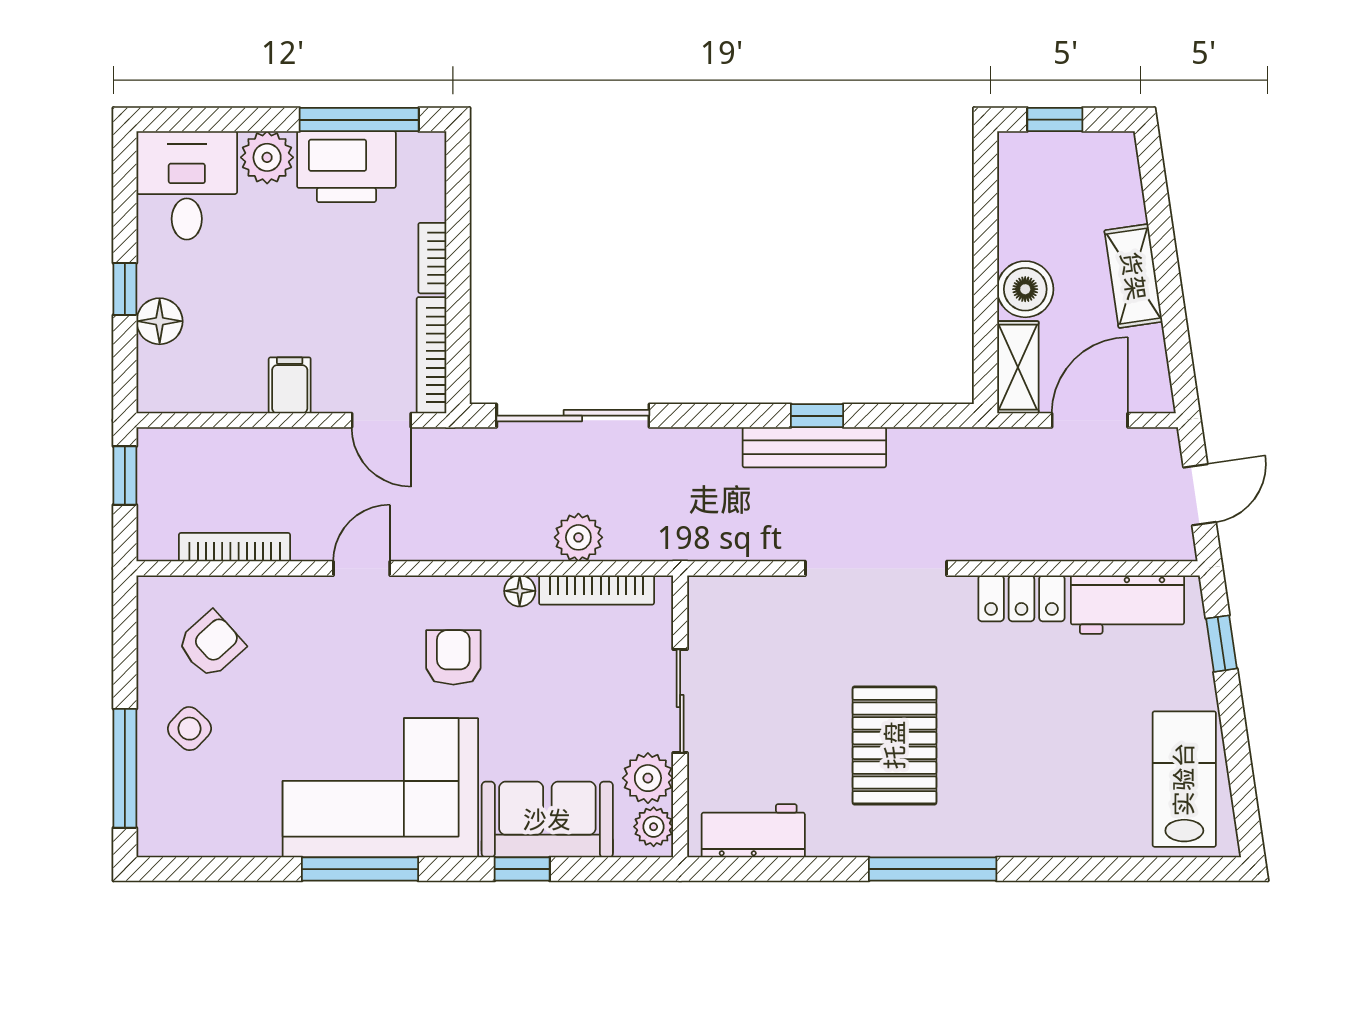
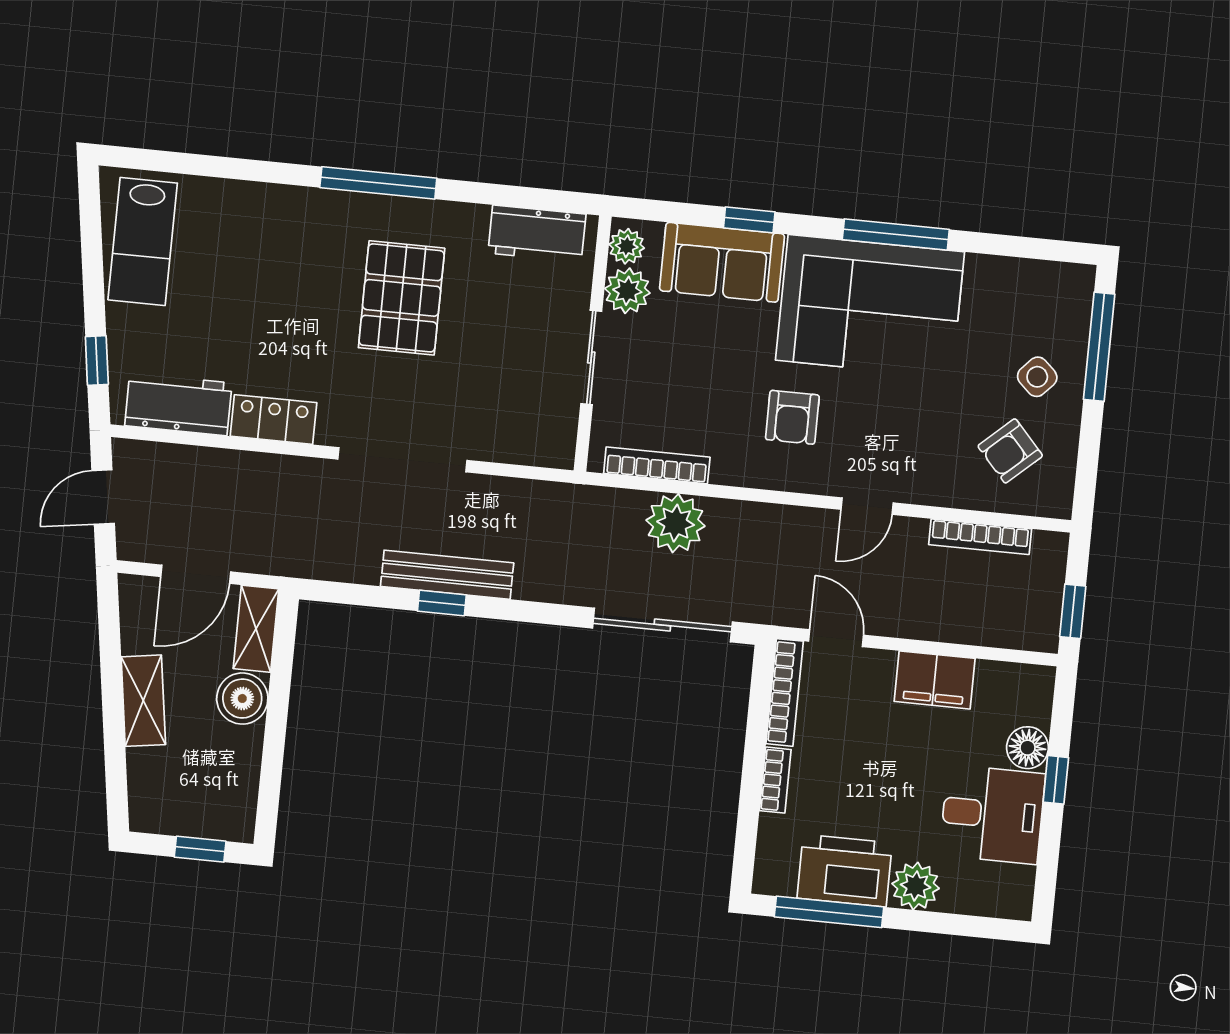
desk: (187, 185) -> (992, 814), moved, turned -90
filing cabinet: (290, 385) -> (935, 680), width x2.00
plant: (578, 537) -> (676, 523), width x1.36, depth x1.36
floor lamp: (520, 591) -> (726, 471), removed

